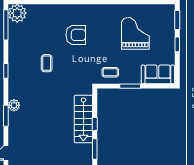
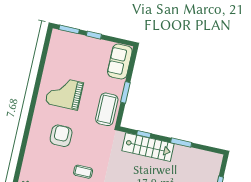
grand piano: (135, 33) -> (64, 93), moved
coffee table: (110, 72) -> (107, 109), width x1.86, depth x1.72
window: (95, 124) -> (144, 134), moved

